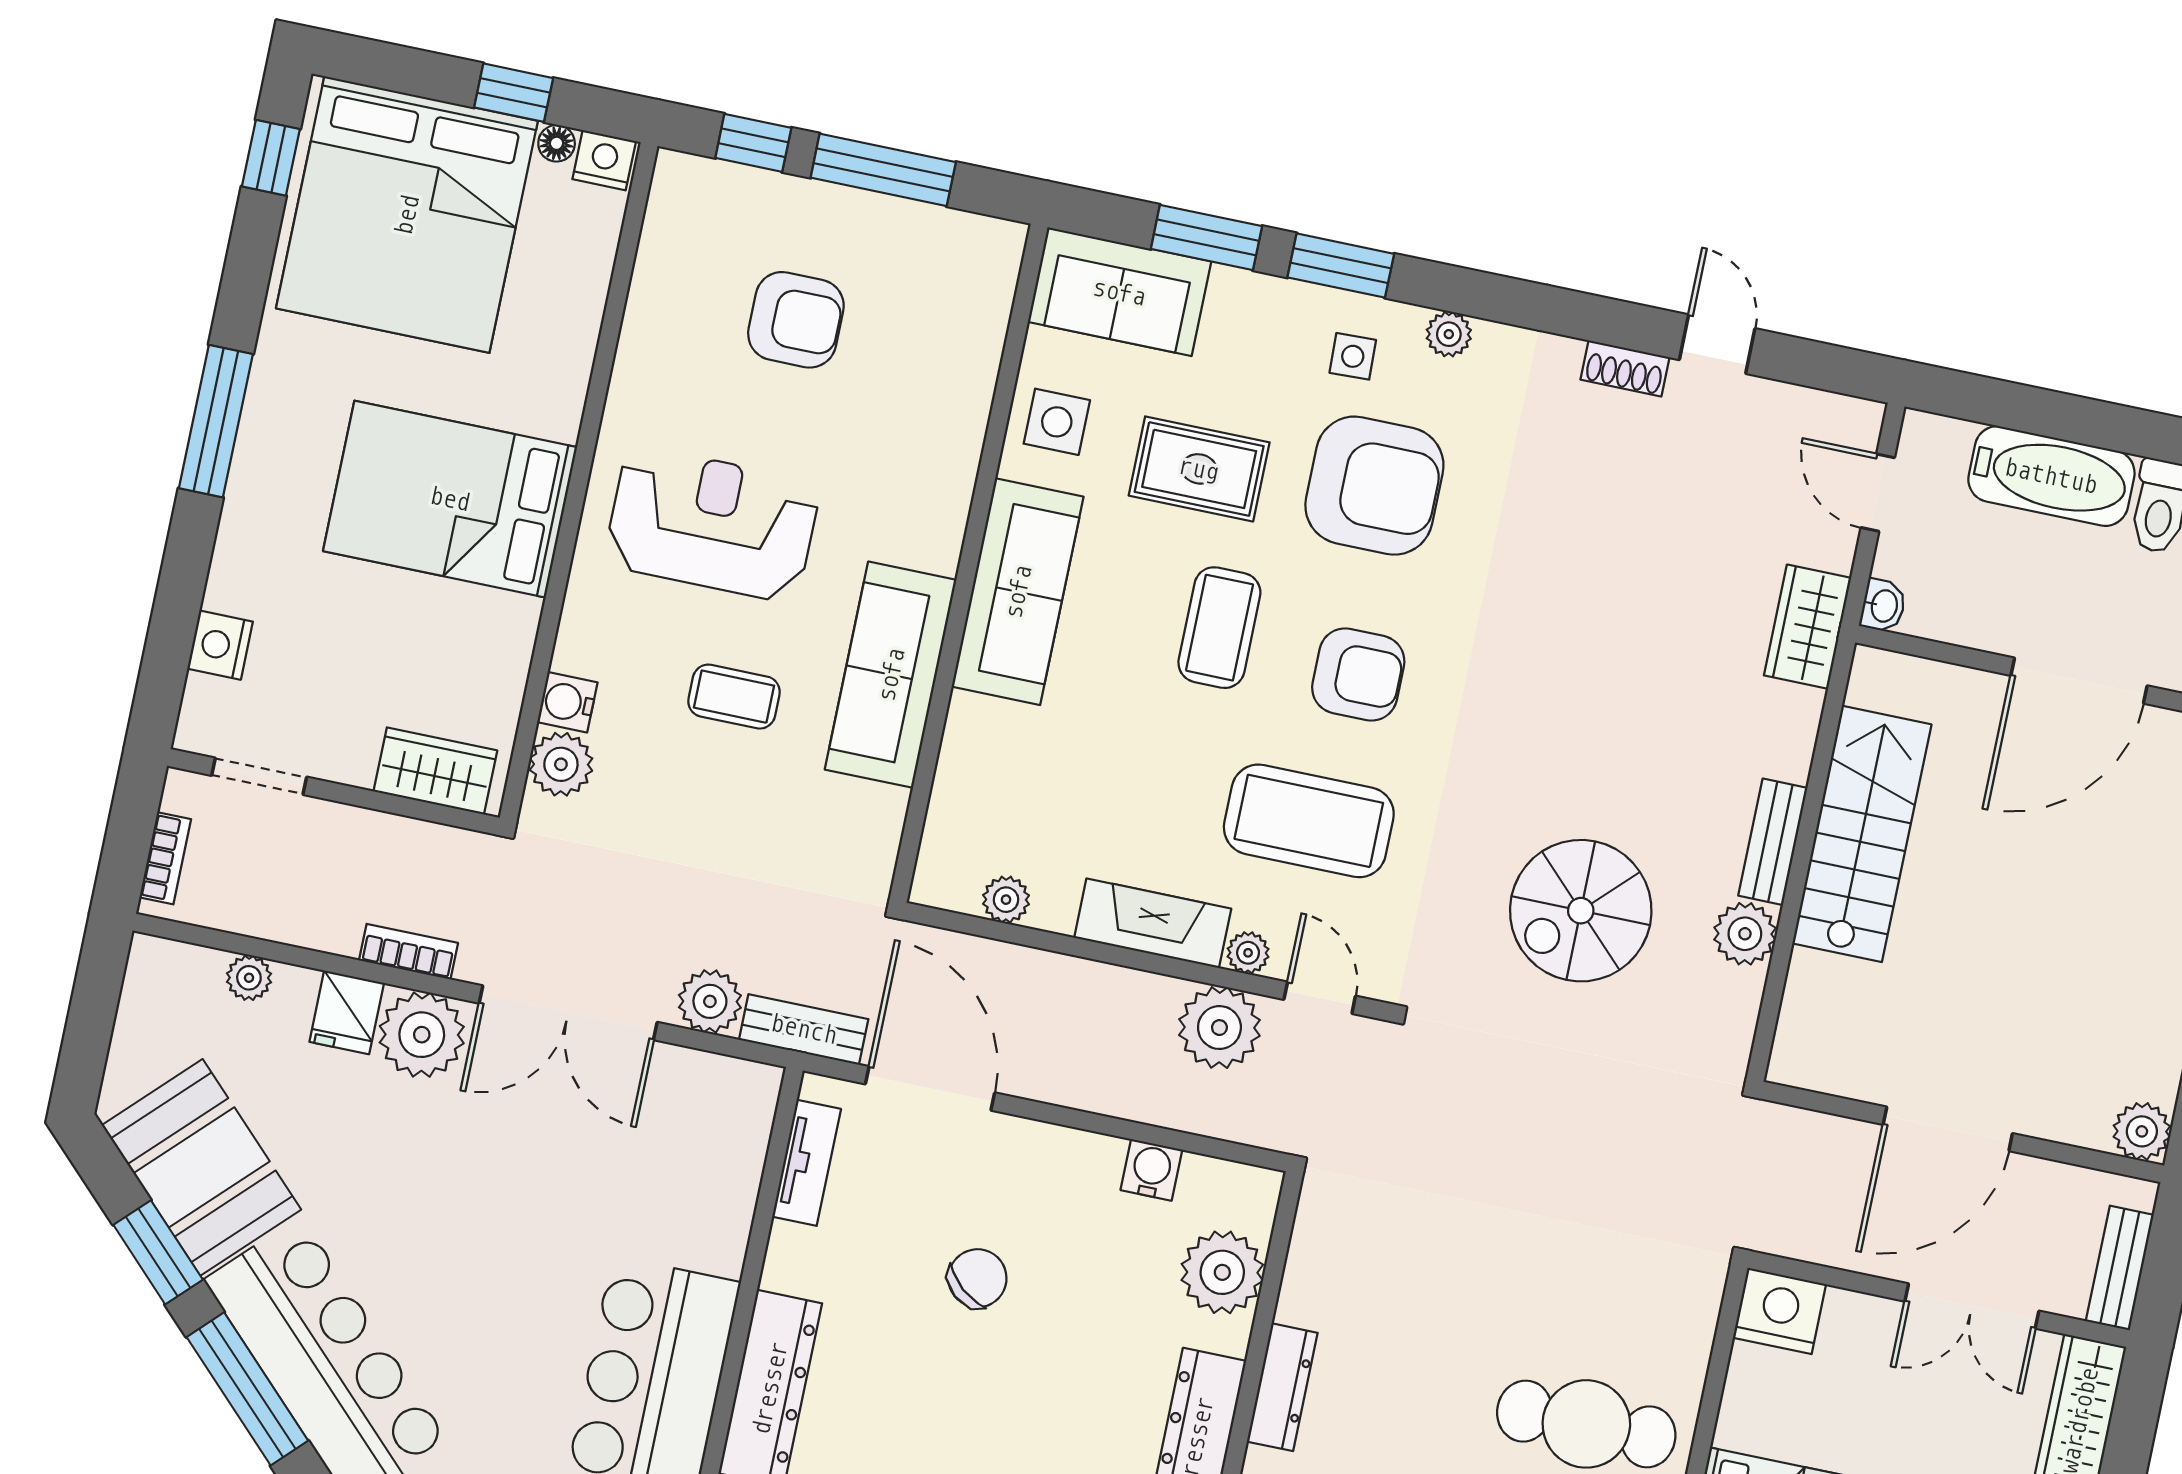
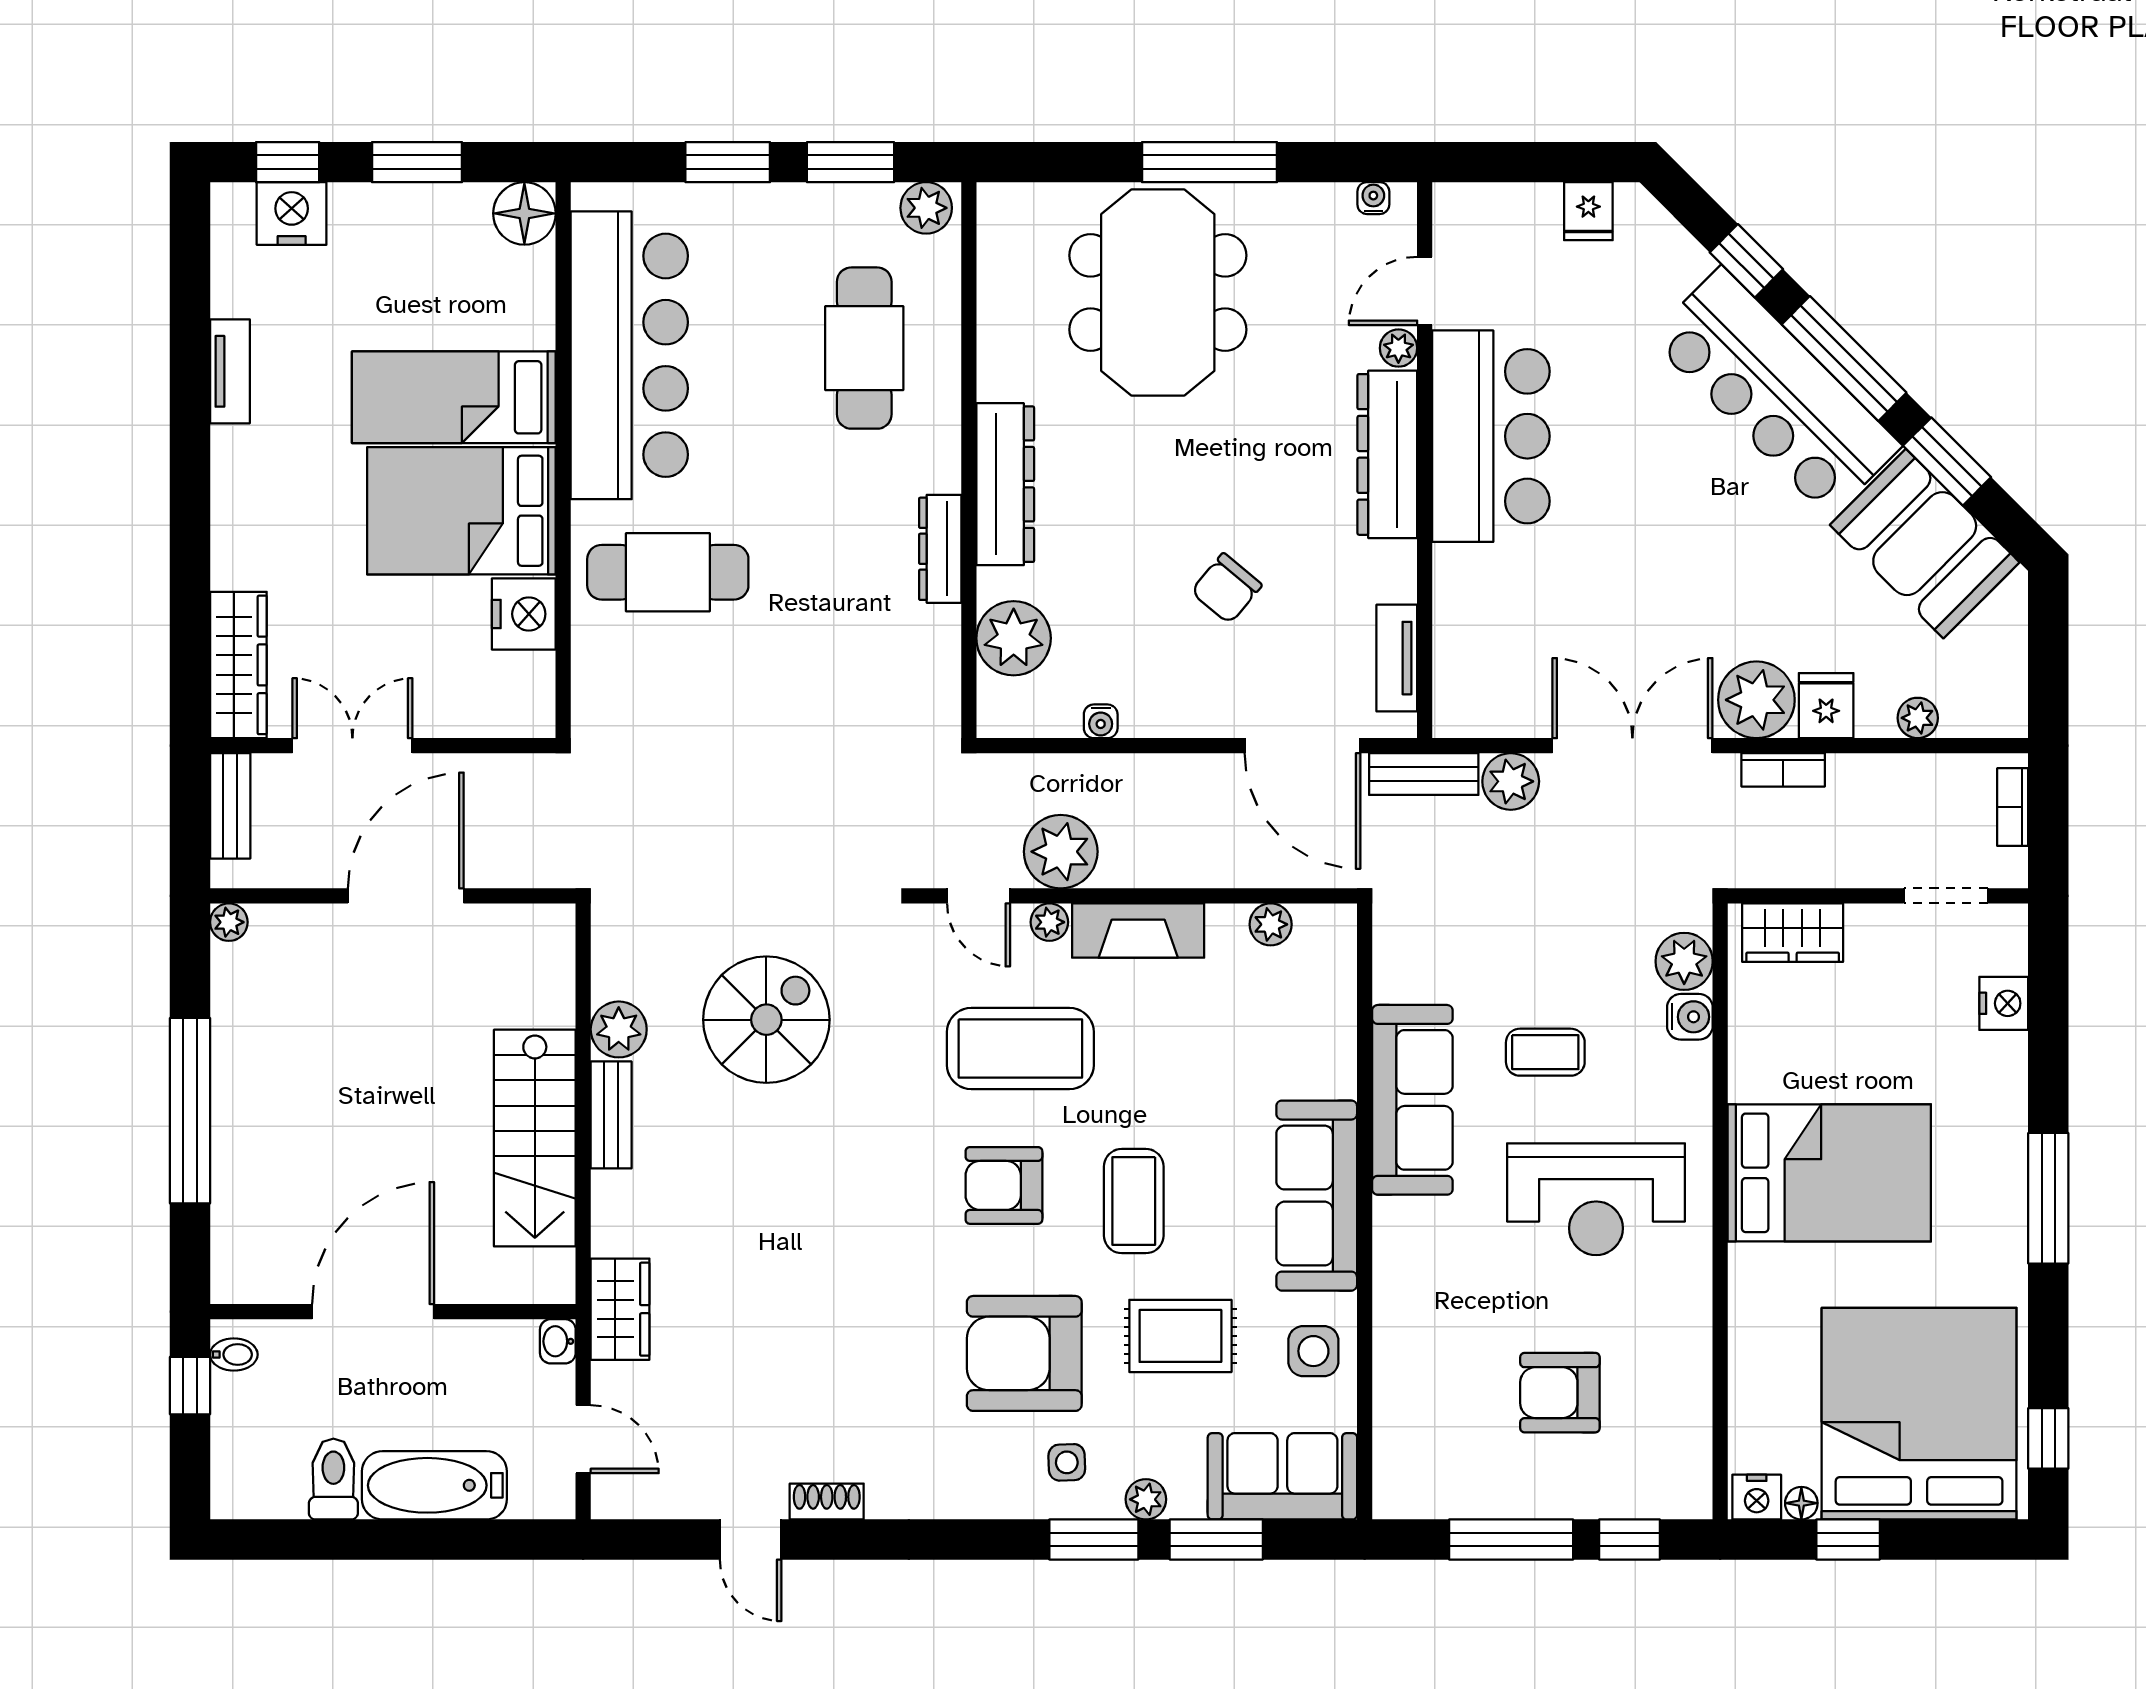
plant: (1449, 334) -> (1146, 1499), moved
plant: (2142, 1131) -> (229, 922), width x0.73, depth x0.73
water cooler: (1151, 1170) -> (1101, 721), width x0.72, depth x0.72
nightstand: (1780, 1311) -> (524, 614), moved, turned -90

